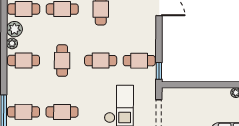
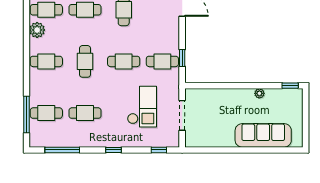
plant: (12, 43) -> (35, 44), removed
window: (159, 71) -> (182, 58), moved

